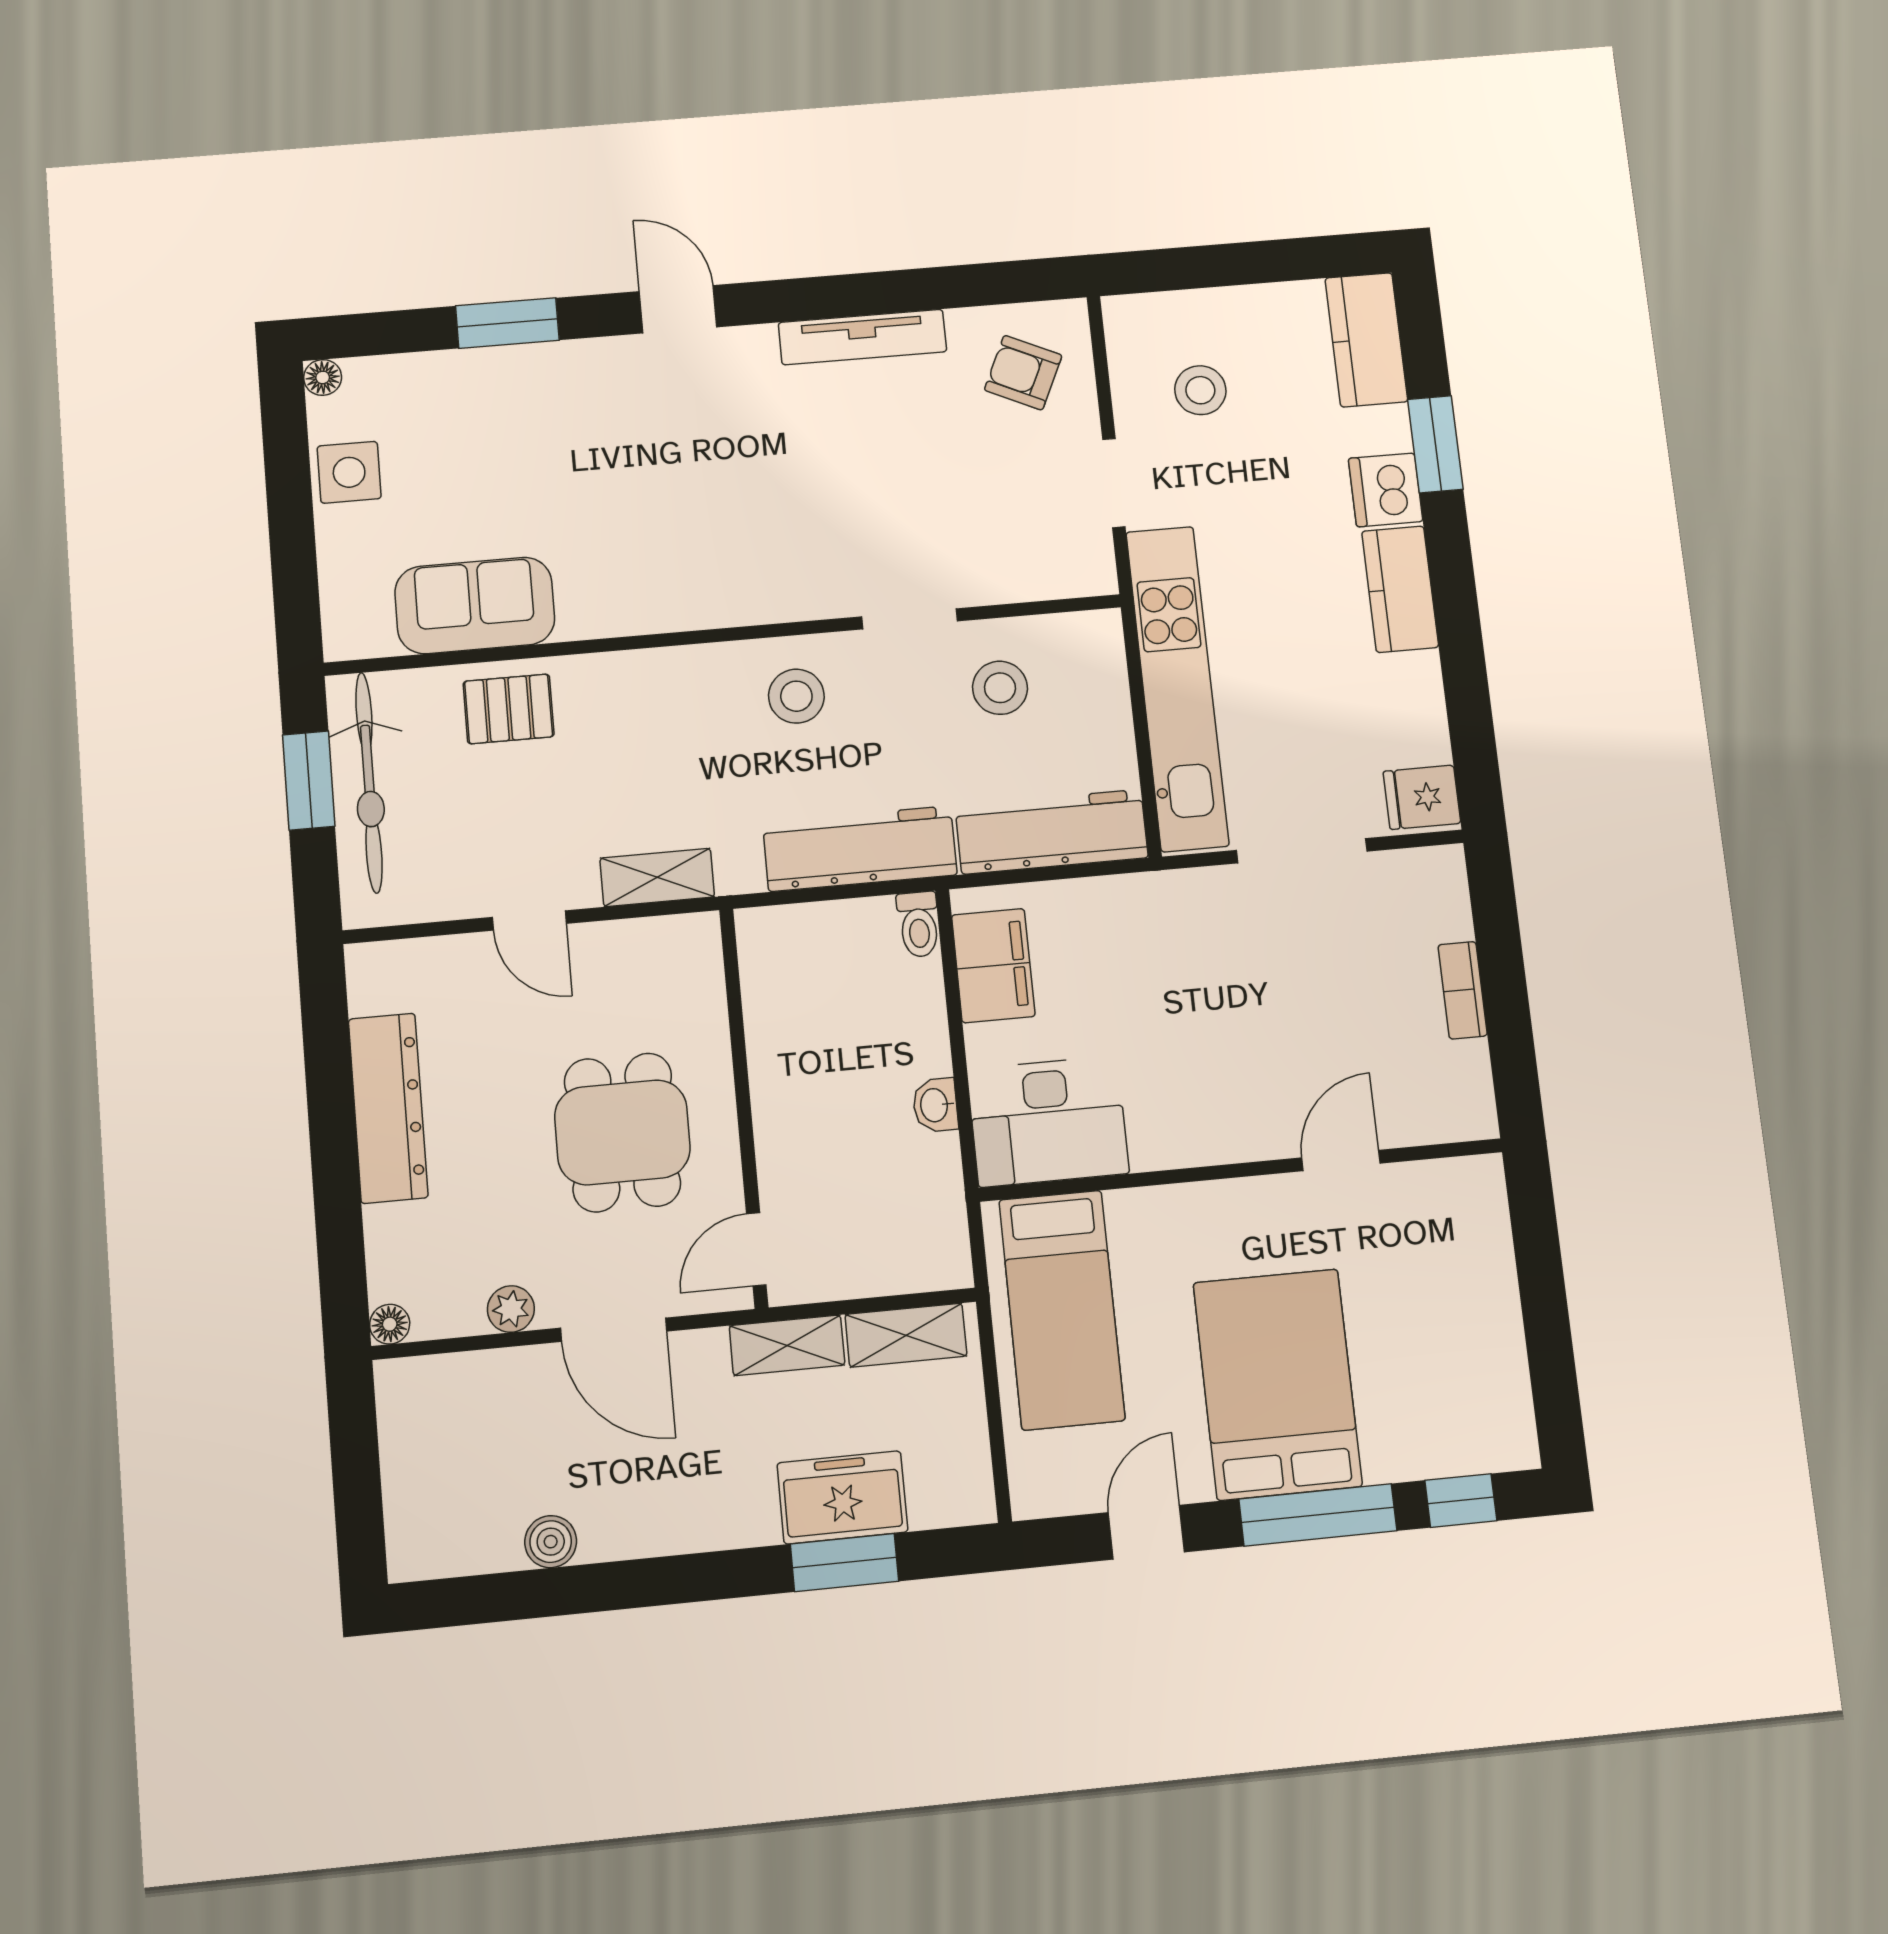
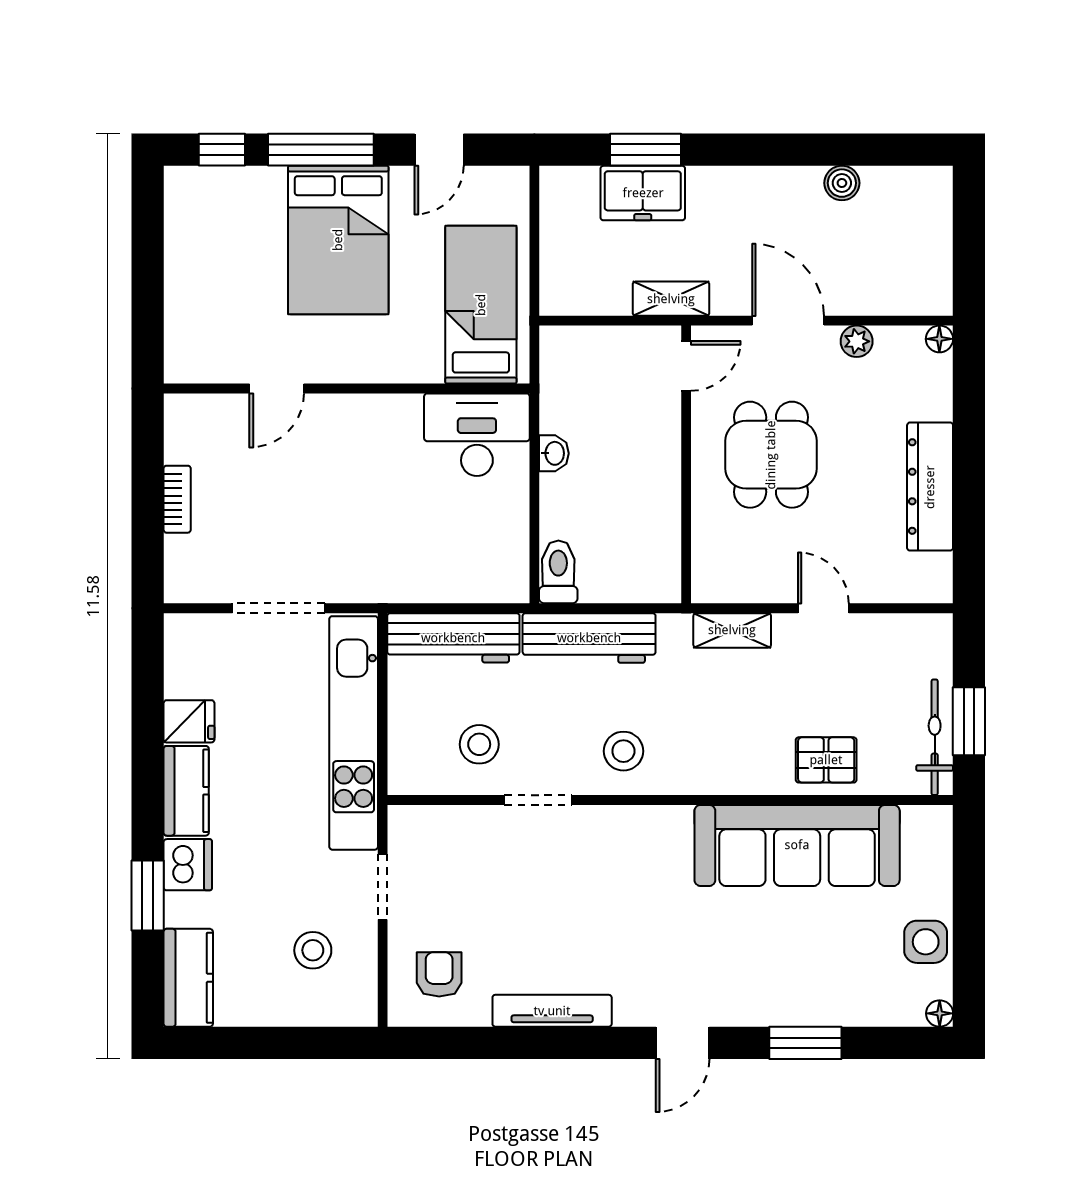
door: (678, 309) -> (683, 1043), hinge flipped
armchair: (1023, 373) -> (439, 974), turned -115
sofa: (475, 605) -> (797, 845), width x1.85, depth x1.27
bicycle: (369, 782) -> (935, 737), width x0.73, depth x0.71
fridge: (1422, 797) -> (189, 721), moved
toilet: (919, 924) -> (558, 572), width x1.37, depth x1.39
filing cabinet: (993, 966) -> (504, 547), removed
shelving: (906, 1335) -> (589, 298), removed

